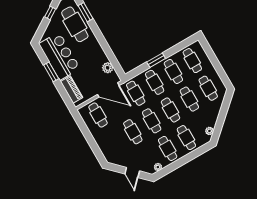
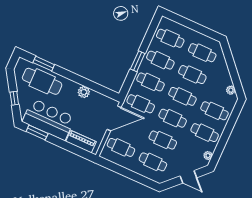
window: (50, 13) -> (14, 98), moved
plant: (108, 68) -> (84, 92), moved
window: (51, 72) -> (37, 132), moved
cafe table: (114, 143) -> (153, 162), added

